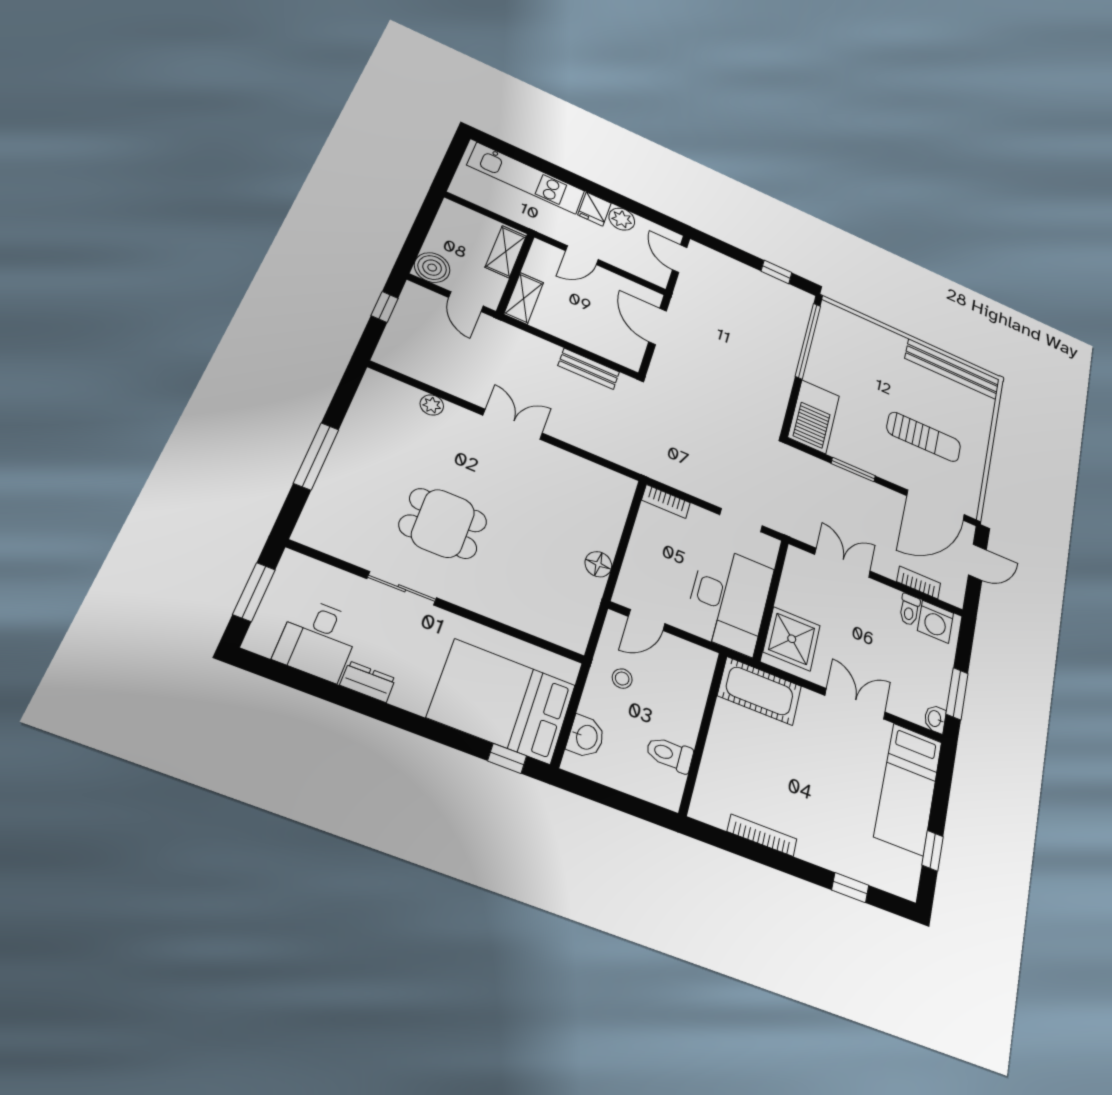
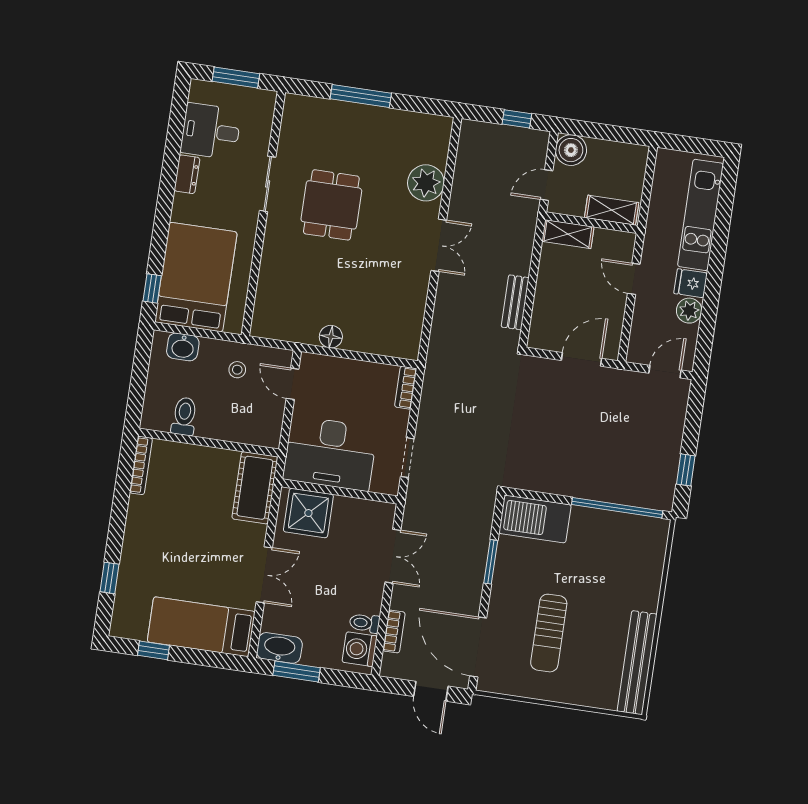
plant: (432, 405) -> (426, 183), width x1.88, depth x1.88
washbasin: (935, 719) -> (279, 648), width x1.91, depth x1.45
bookcase: (762, 835) -> (141, 465), moved

